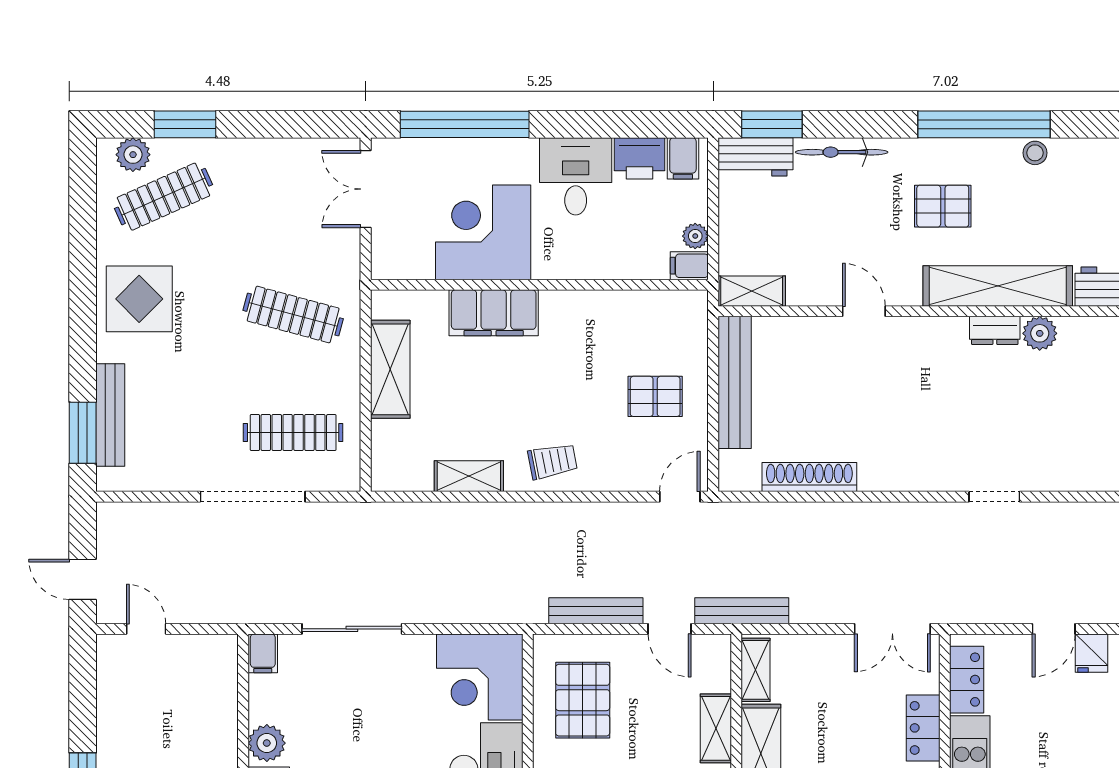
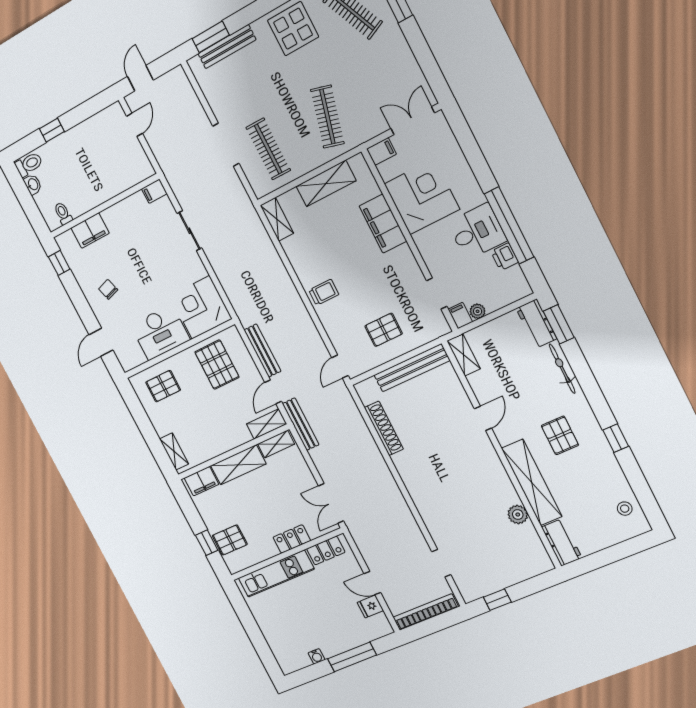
window: (465, 124) -> (509, 225), moved
window: (984, 124) -> (616, 438), width x0.32
stool: (1035, 153) -> (625, 509), moved
printer: (639, 158) -> (504, 257), width x0.73, depth x0.81
filing cabinet: (683, 158) -> (382, 151), moved, turned 180
doorway: (639, 285) -> (437, 294), added
dresser: (995, 330) -> (507, 491), removed
pallet: (655, 396) -> (384, 330), turned 90
trolley: (552, 461) -> (324, 292), turned -79
shelving: (469, 476) -> (277, 219), moved
doorway: (253, 497) -> (226, 145), width x0.73
door: (680, 497) -> (340, 367), swing flipped
doorway: (994, 497) -> (441, 563), moved
sliding door: (352, 629) -> (189, 231), width x0.73
pallet: (583, 700) -> (217, 365), turned 90
shelving: (716, 728) -> (266, 424), moved
plant: (267, 743) -> (114, 216), removed

